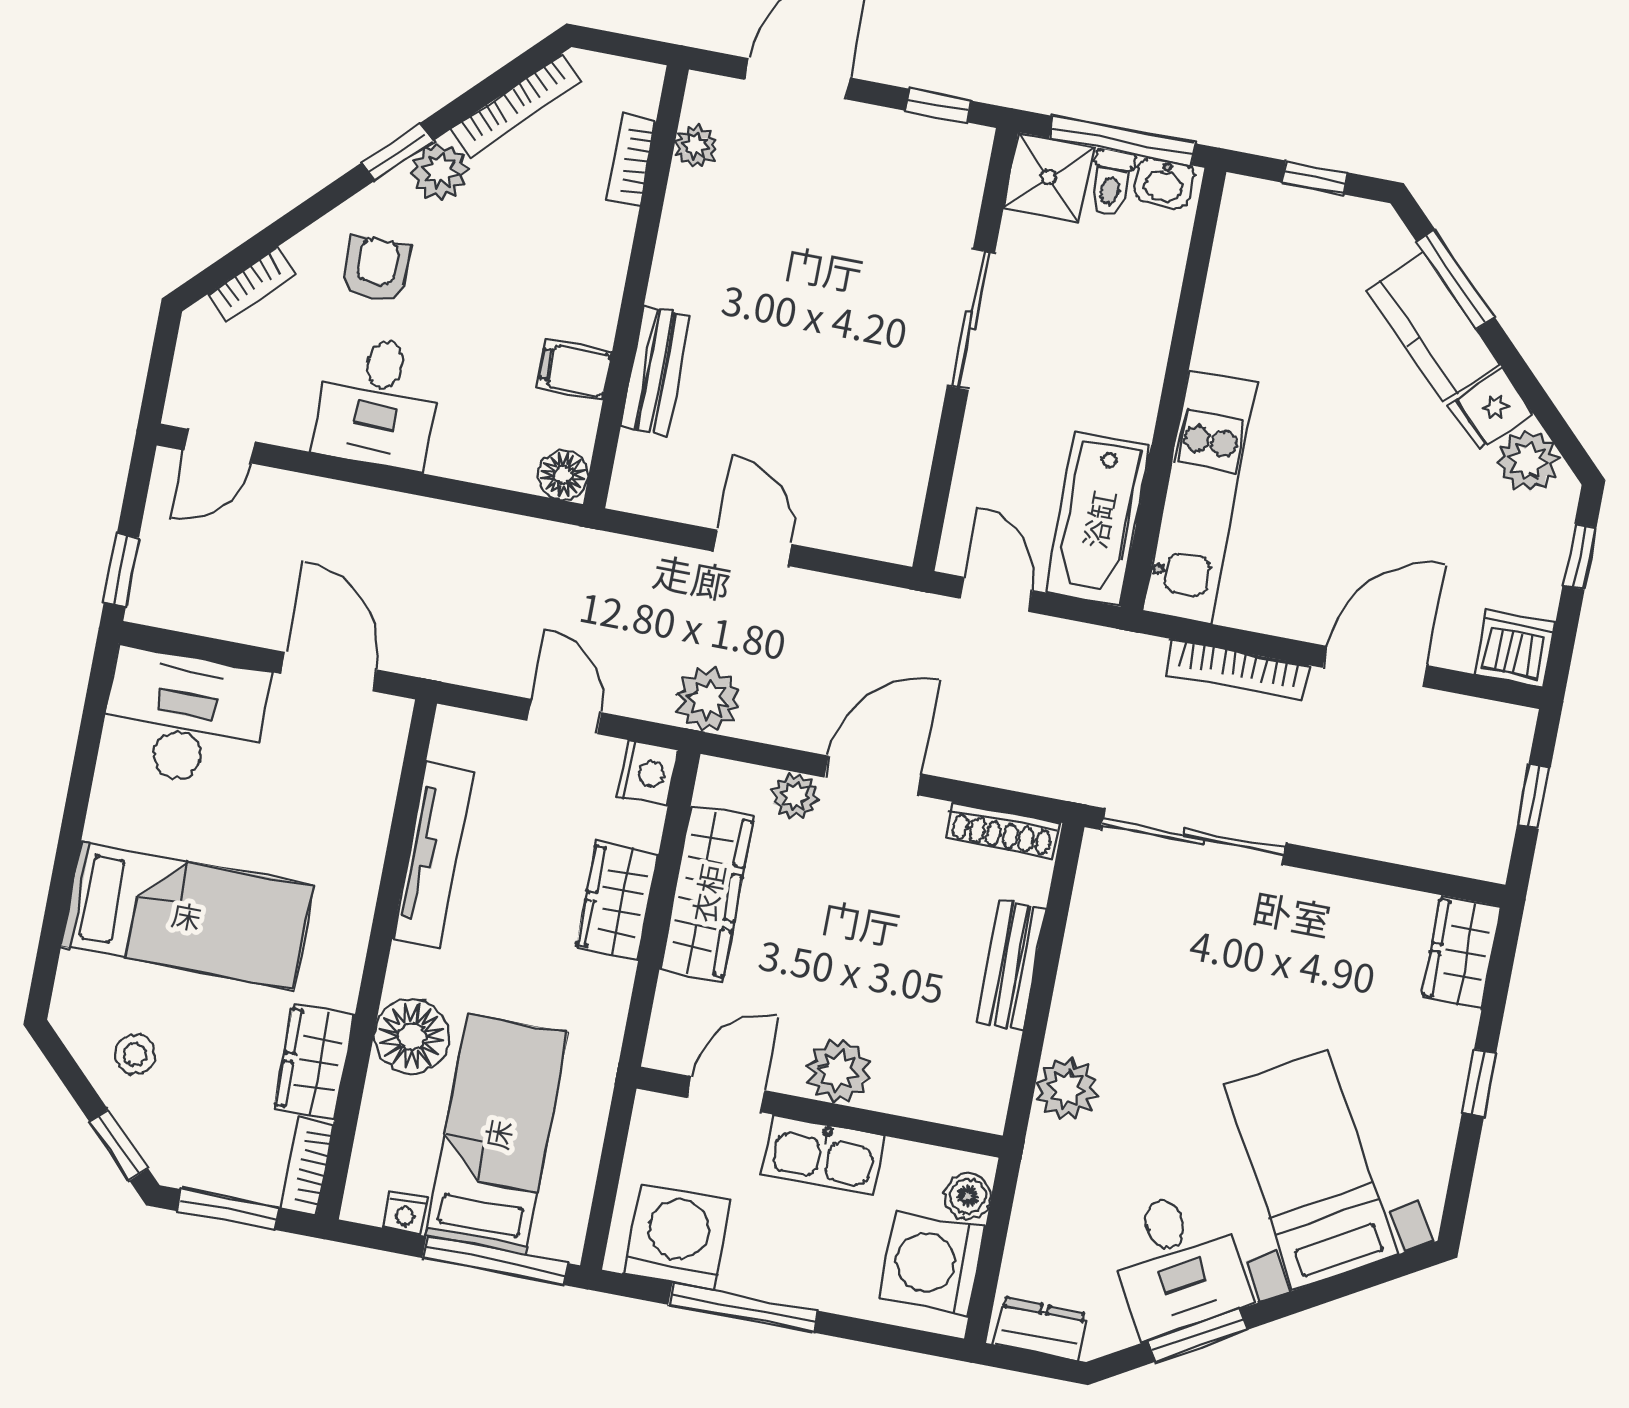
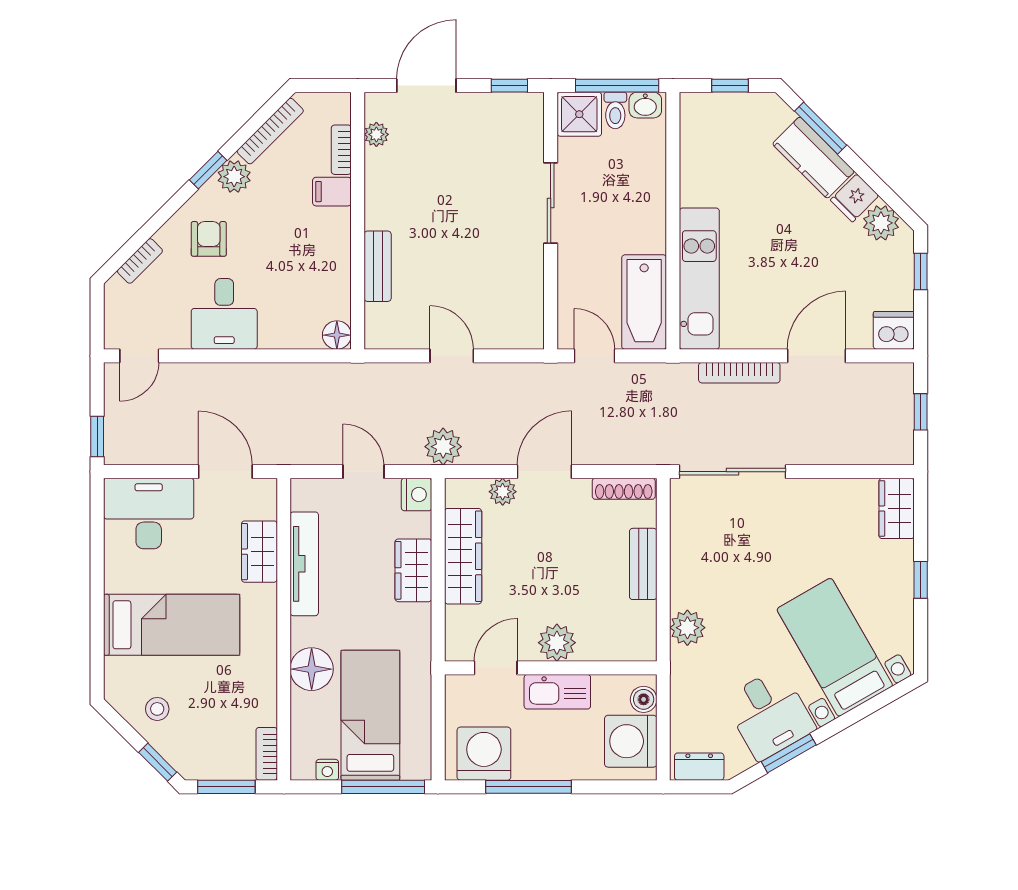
filing cabinet: (575, 370) -> (332, 192), moved
wardrobe: (314, 1062) -> (259, 552), moved

